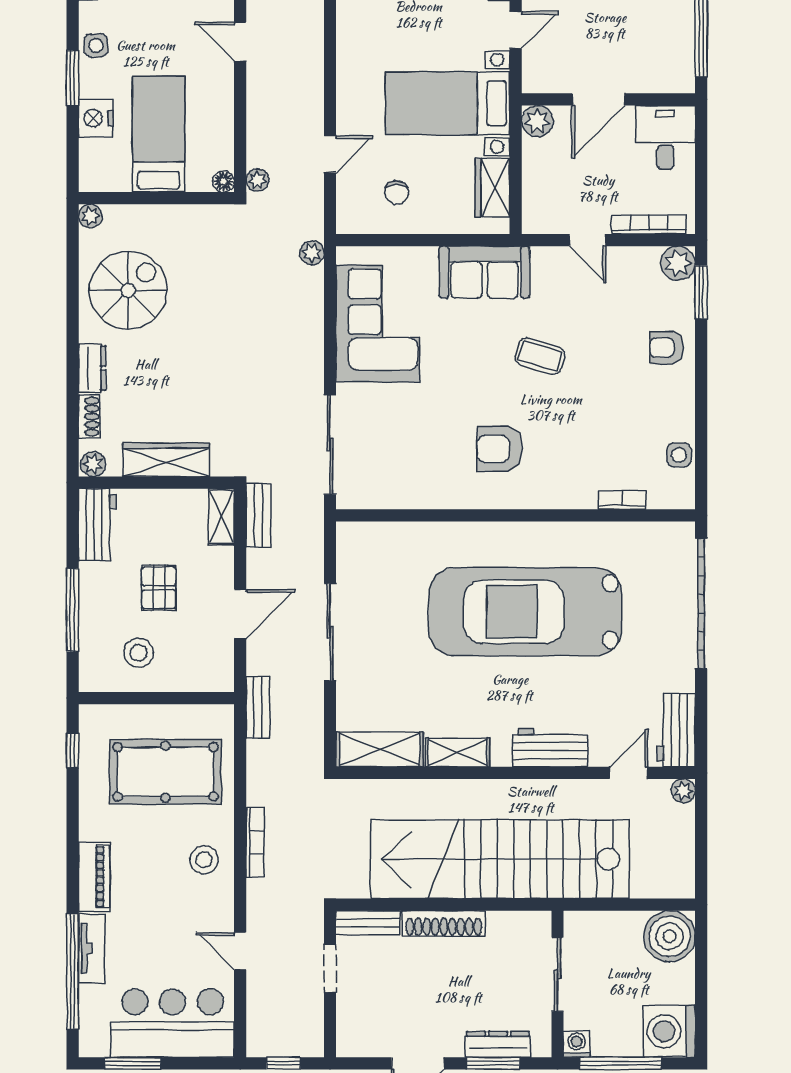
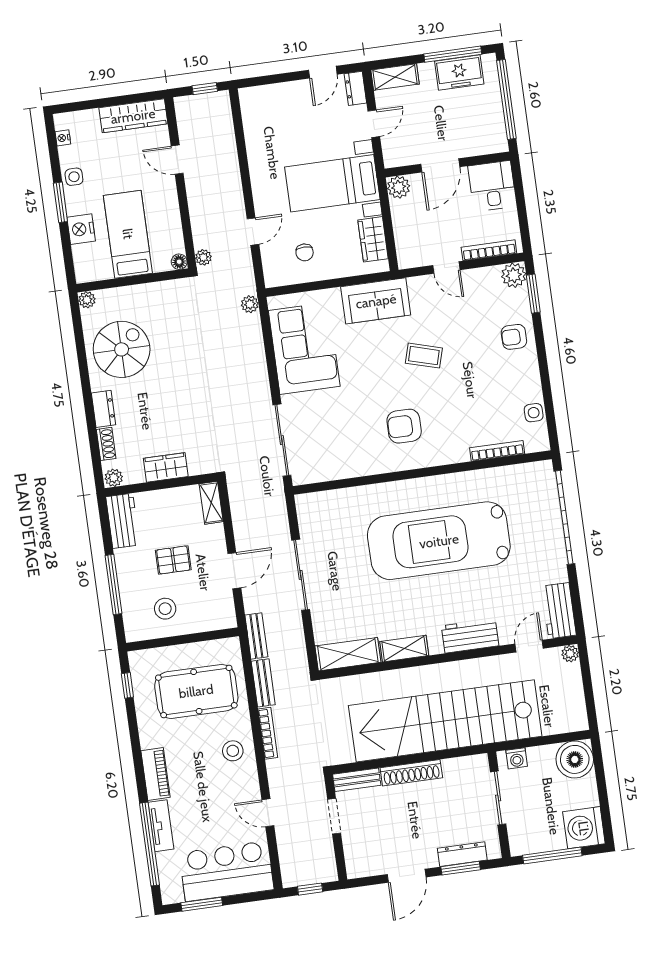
wardrobe: (166, 460) -> (166, 467), width x0.67
bookcase: (622, 500) -> (497, 451), width x1.56
bench: (258, 515) -> (263, 683), moved
pallet: (159, 588) -> (173, 560), turned 90
washing machine: (577, 1044) -> (517, 758), moved, turned 180

